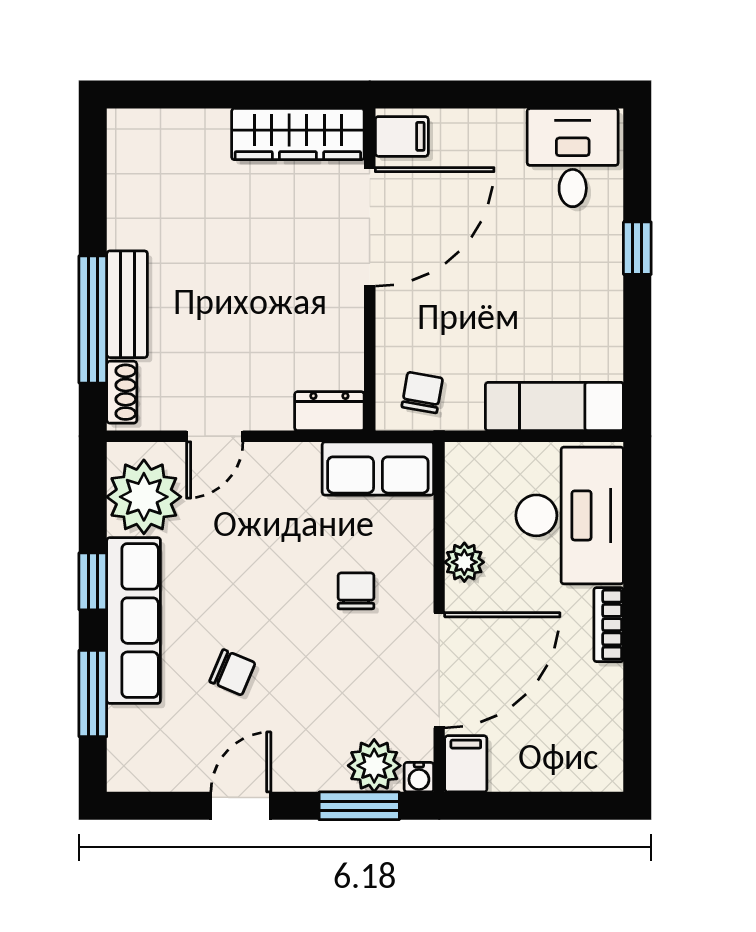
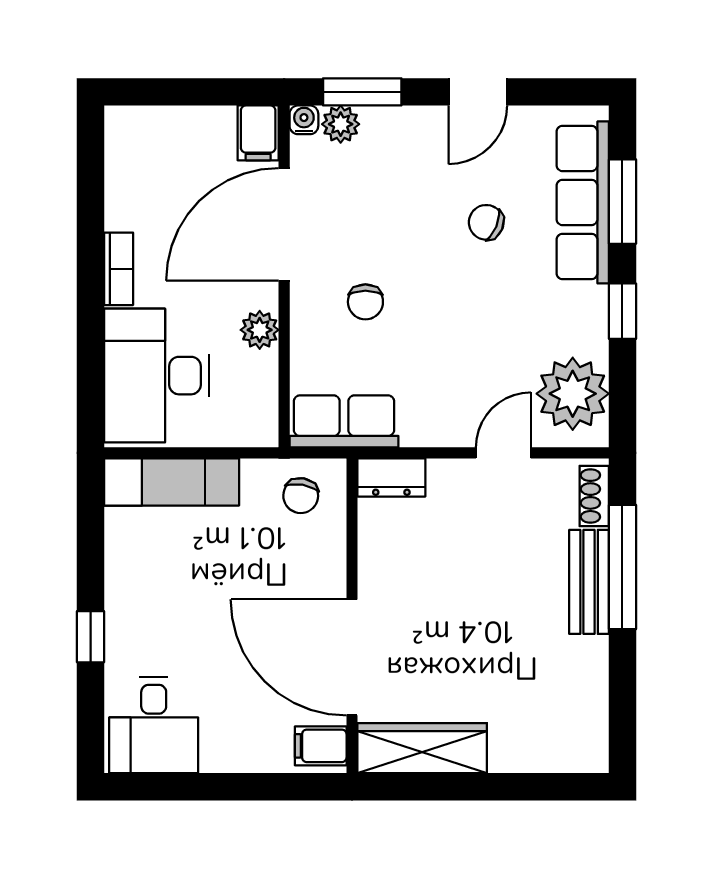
door: (370, 227) -> (352, 657), hinge flipped
row of seats: (134, 621) -> (583, 202), moved
plant: (374, 766) -> (341, 124), width x0.73, depth x0.73

